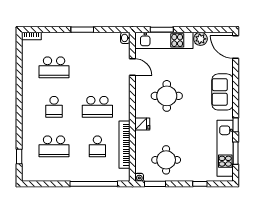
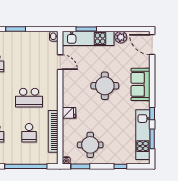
round table: (167, 96) -> (105, 86), moved

